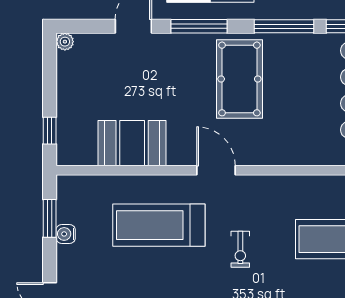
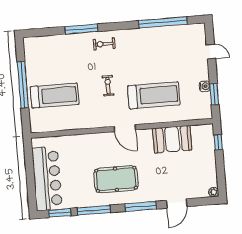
pool table: (239, 79) -> (116, 179), turned 90

